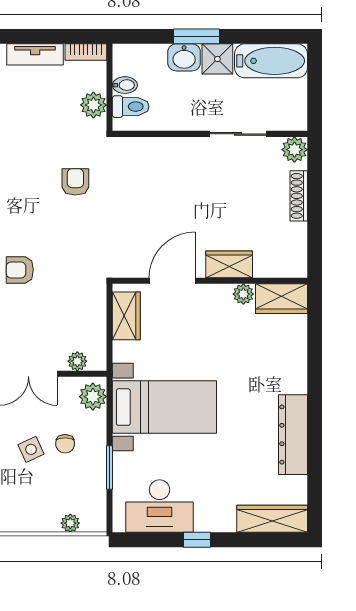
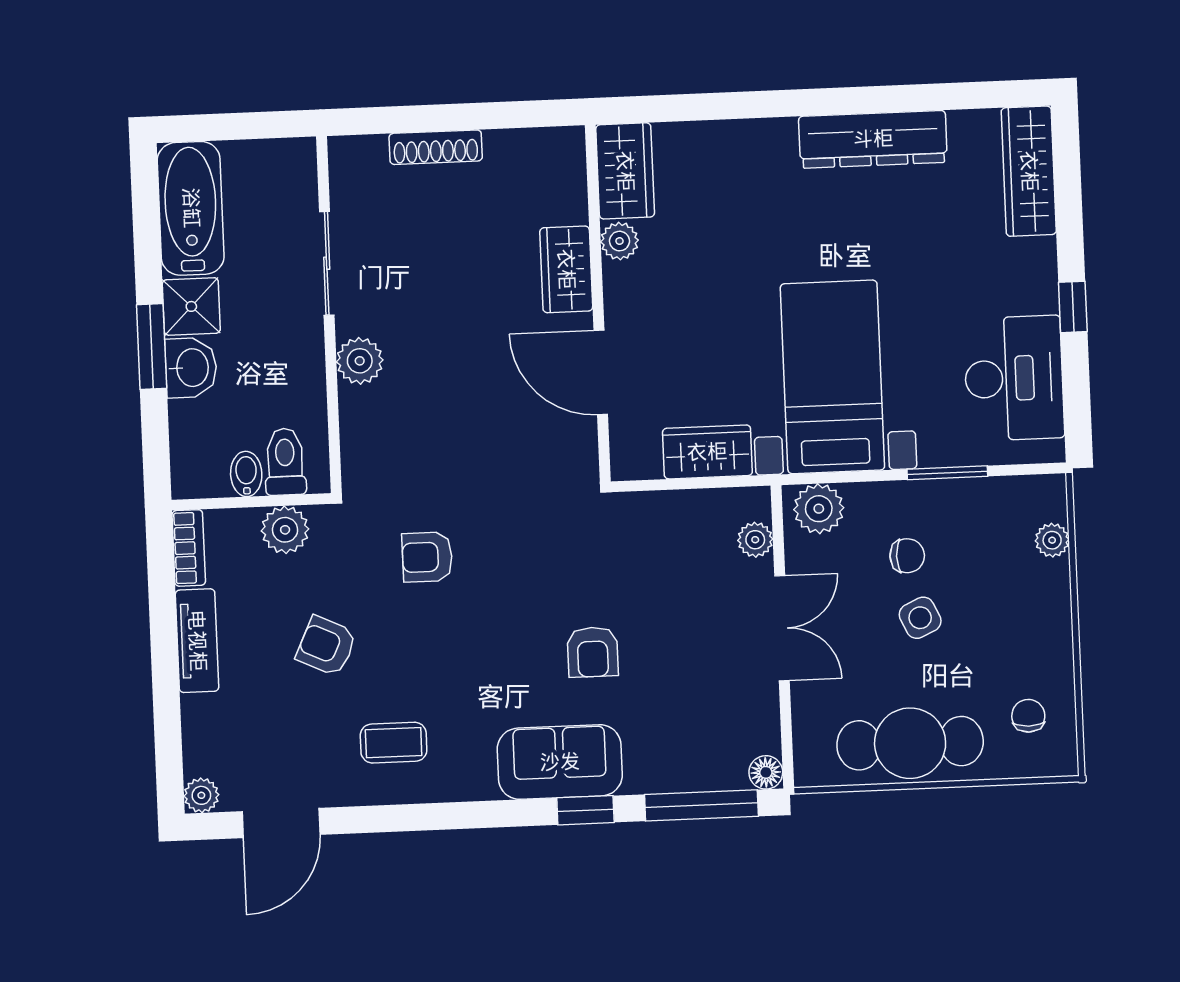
armchair: (29, 125) -> (326, 646), added
plant: (294, 150) -> (360, 361), moved
wardrobe: (126, 316) -> (707, 452), moved

